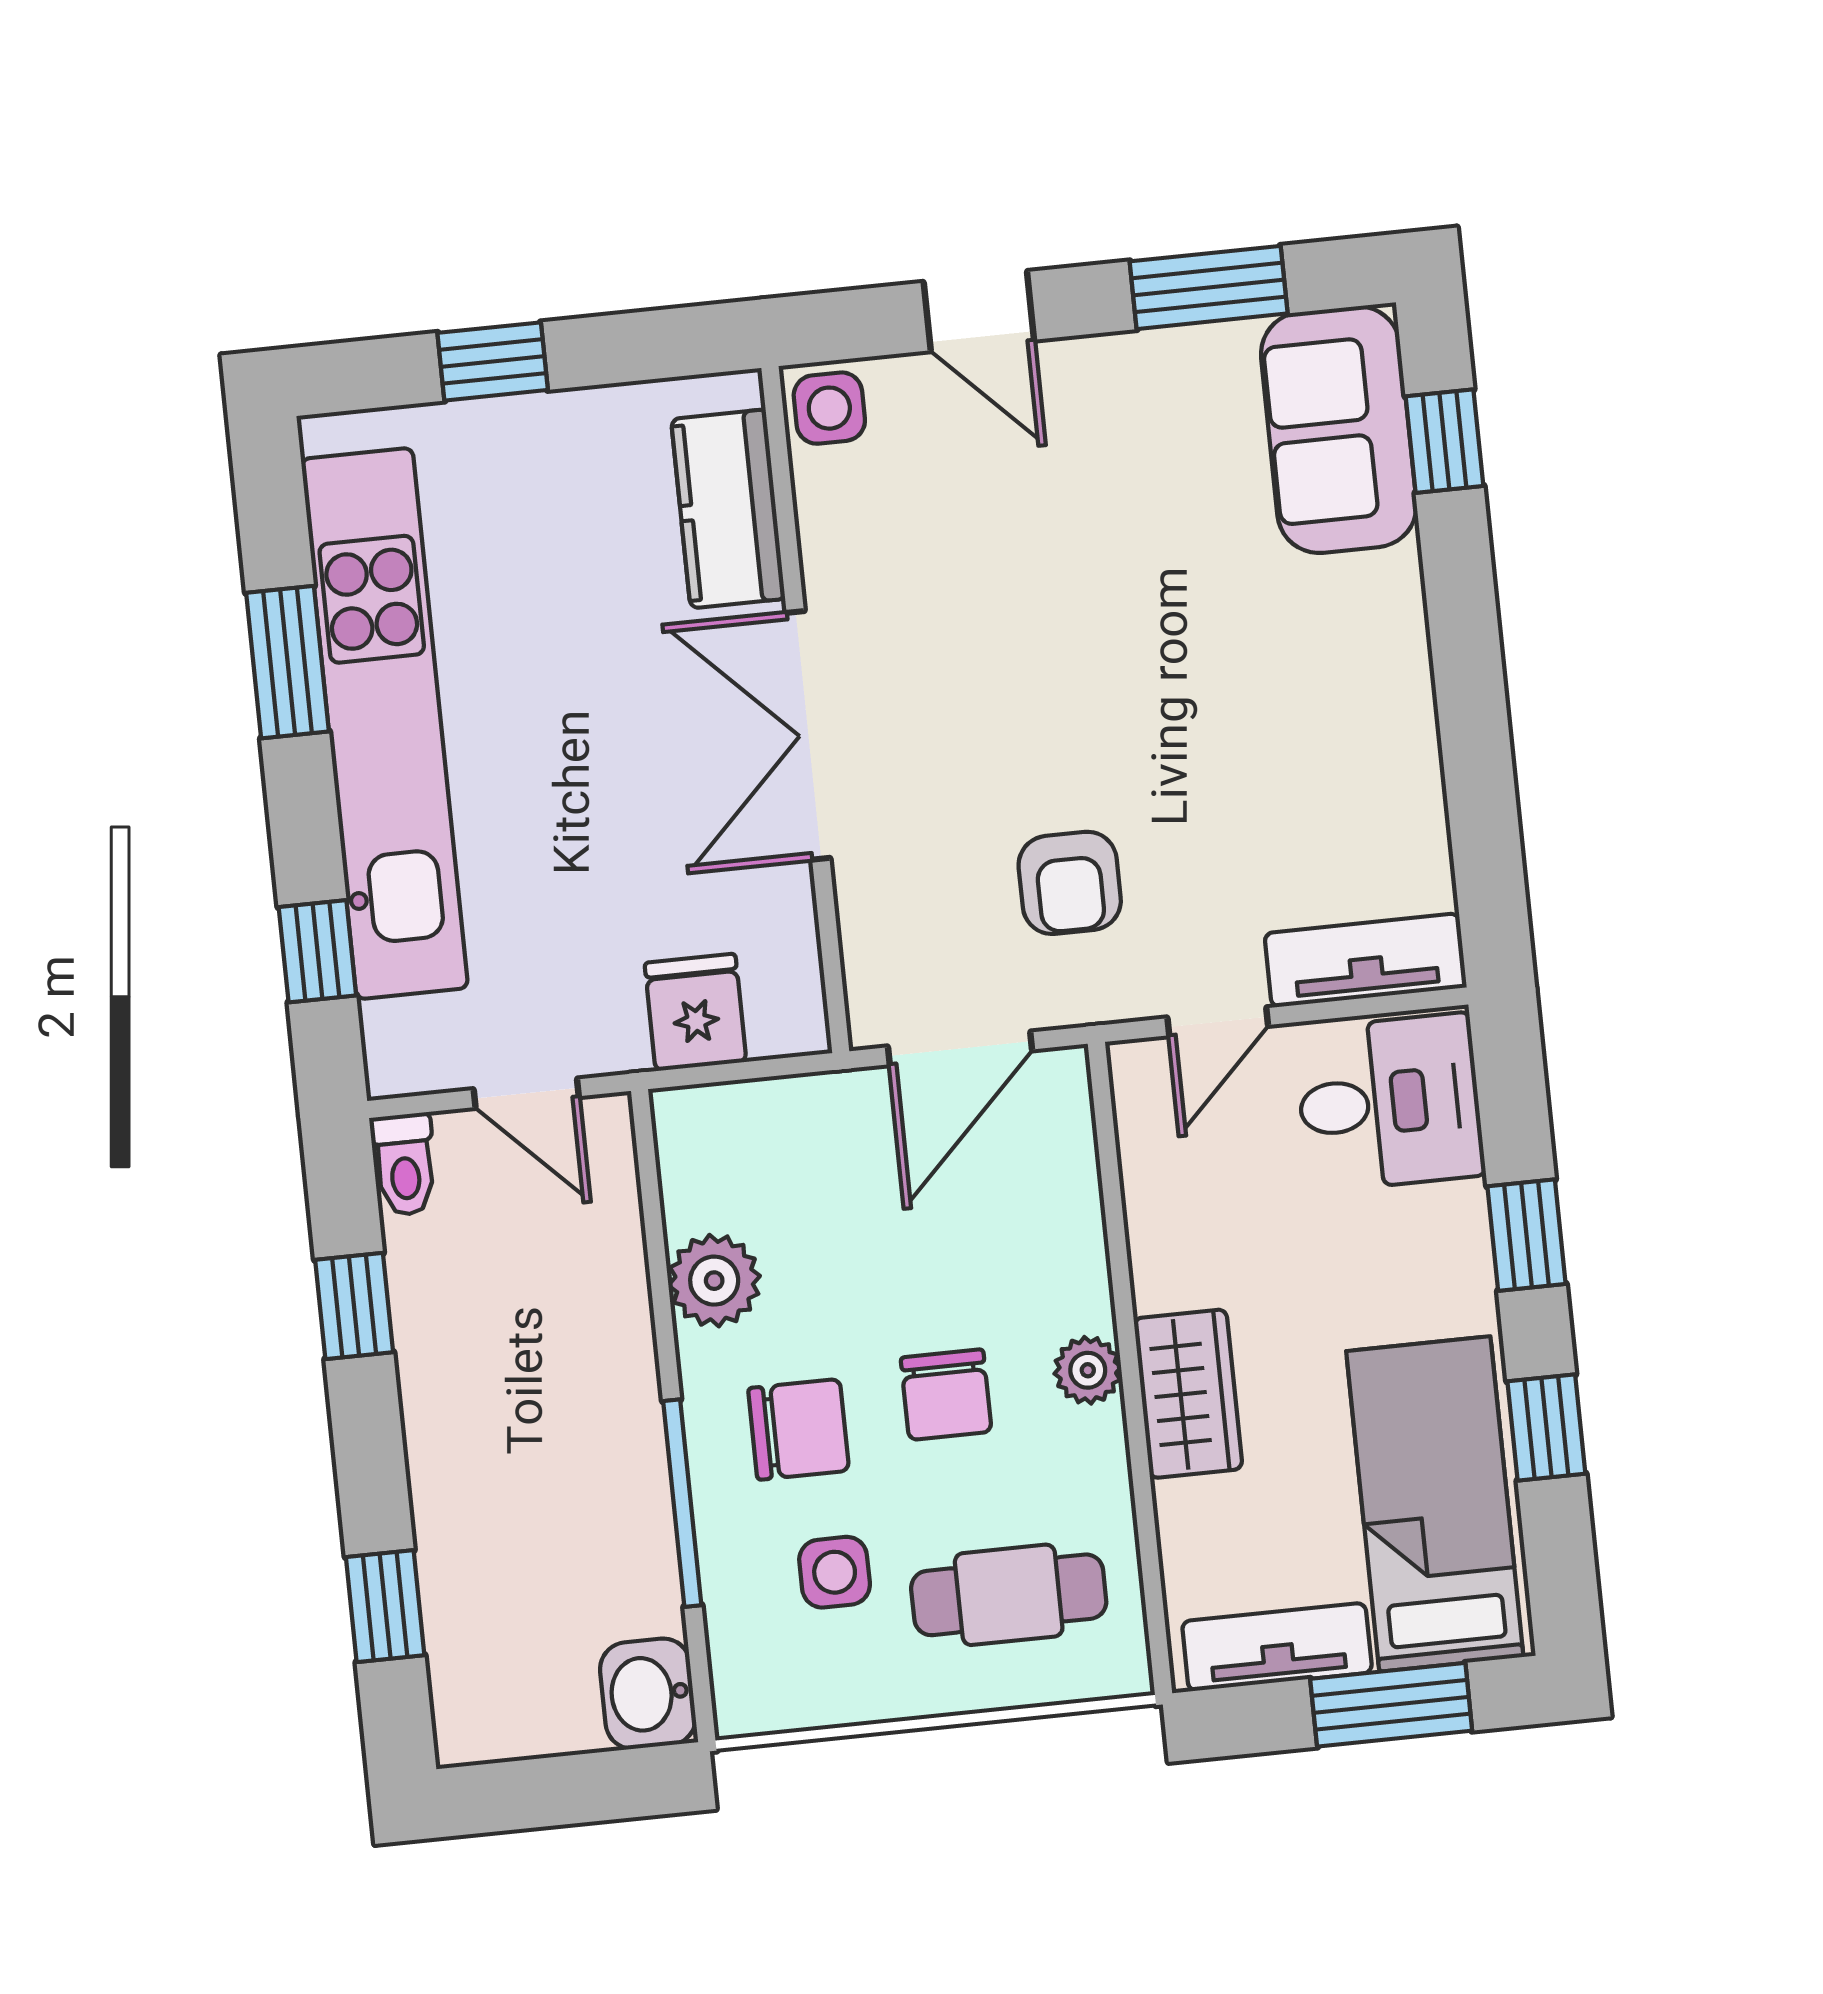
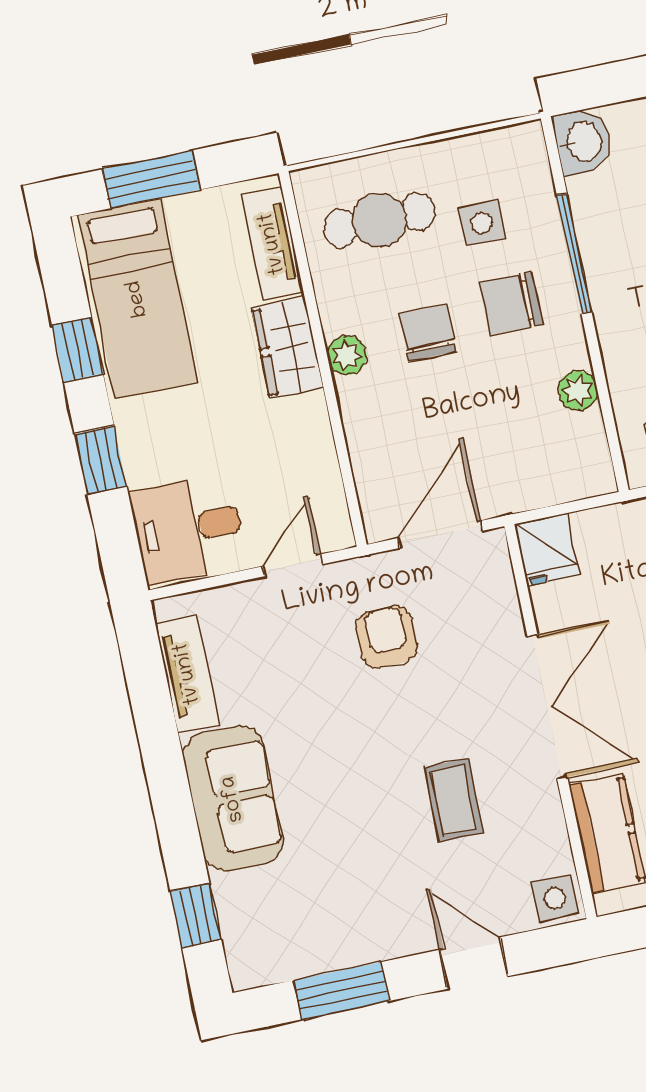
sofa: (1339, 430) -> (233, 799), moved
coffee table: (984, 593) -> (454, 800), added
tv unit: (1365, 960) -> (188, 674), moved, turned -90
fridge: (695, 1012) -> (547, 550), moved
plant: (714, 1281) -> (578, 391), width x0.73, depth x0.73
tv unit: (1277, 1647) -> (273, 244), moved, turned 90

